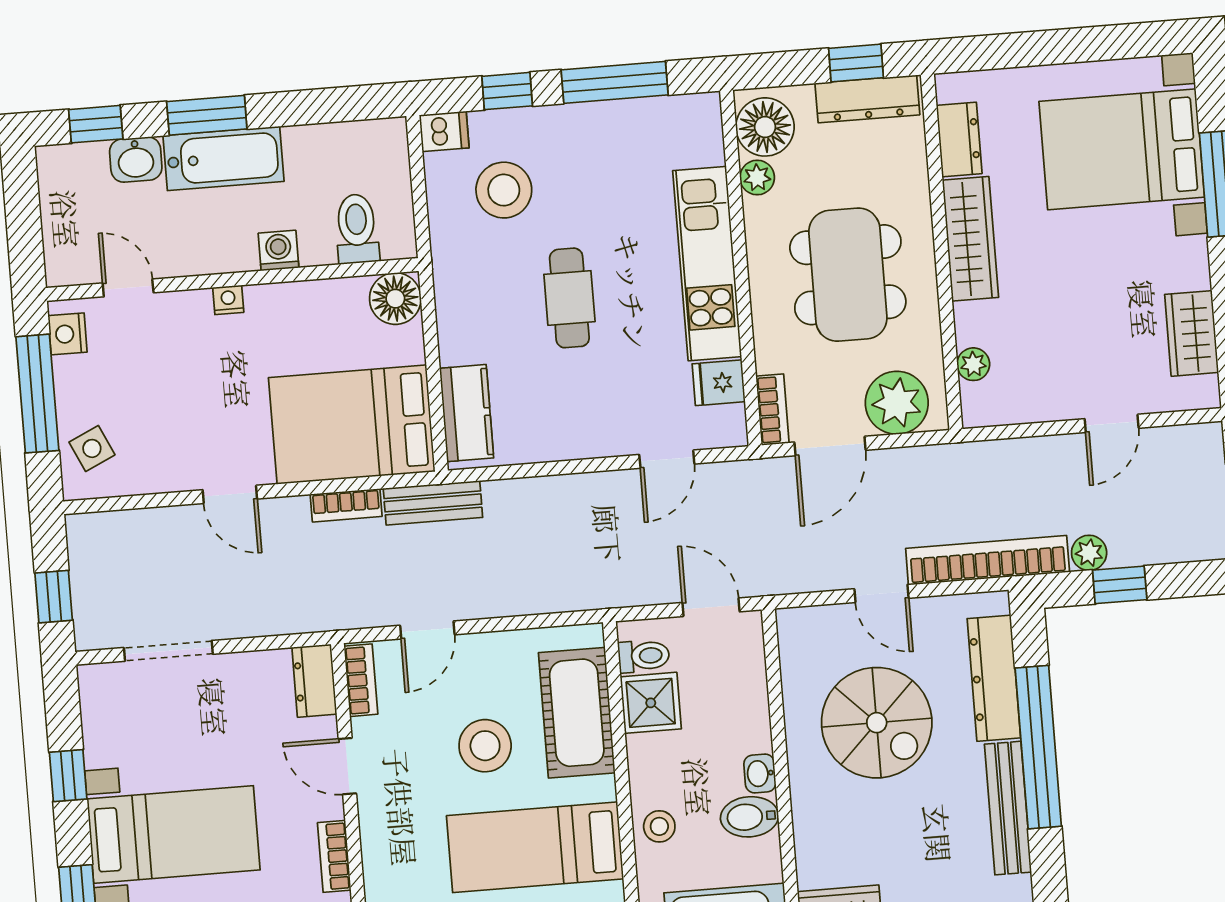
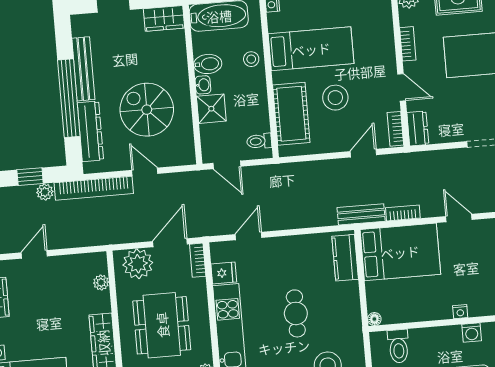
washing machine: (279, 250) -> (472, 333), moved
floor lamp: (395, 299) -> (374, 319), width x0.53, depth x0.53
shower: (651, 703) -> (211, 109), moved

